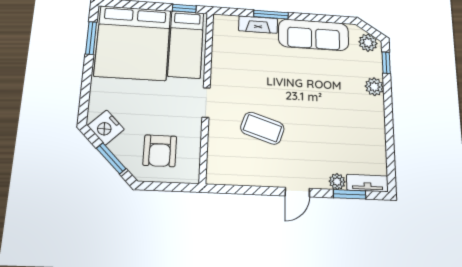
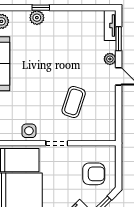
window: (386, 63) -> (41, 8), moved
side table: (225, 67) -> (29, 131), added
plant: (337, 182) -> (110, 59), moved

